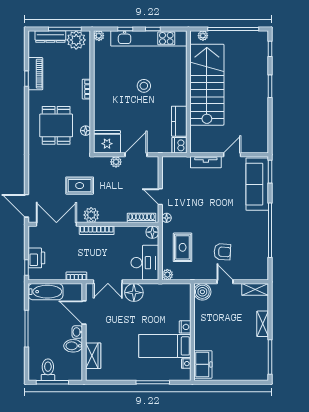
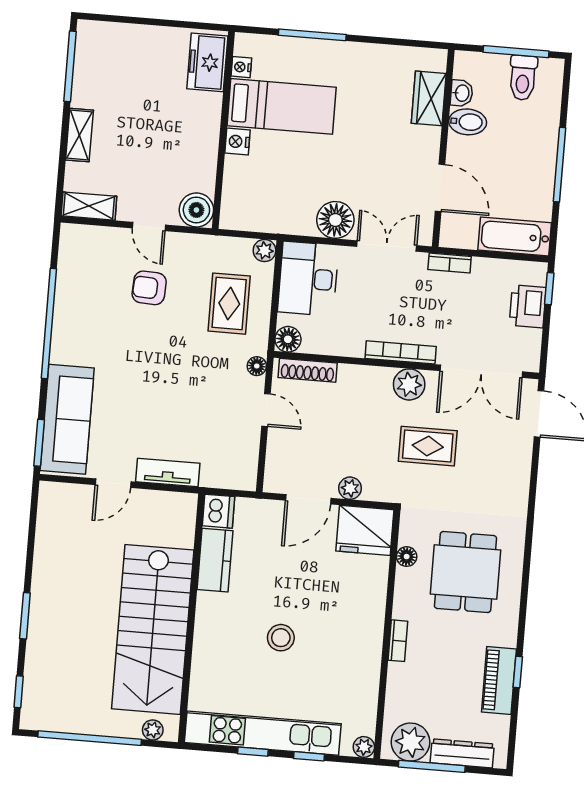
washbasin: (77, 332) -> (462, 93), moved

